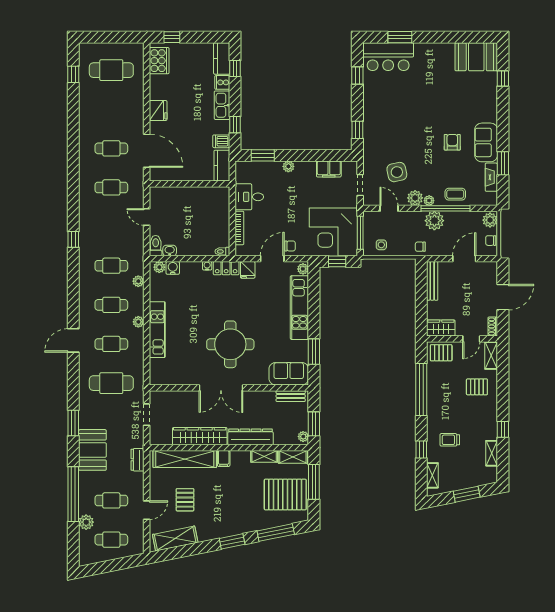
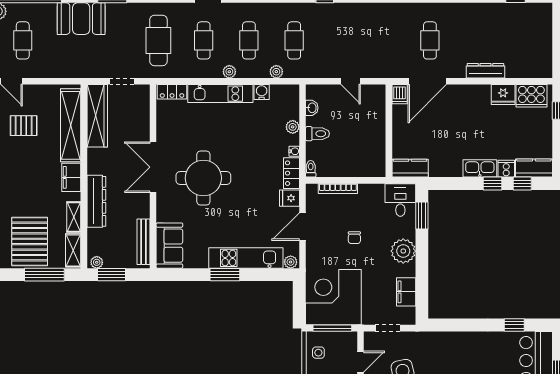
cafe table: (111, 70) -> (520, 40), removed
fridge: (158, 111) -> (503, 95), moved
window: (235, 125) -> (492, 184), moved
window: (357, 130) -> (451, 325), removed
dishwasher: (221, 141) -> (400, 94), moved, turned 180
plant: (288, 166) -> (403, 251), width x1.87, depth x1.87
cafe table: (111, 187) -> (385, 40), removed
desk: (249, 197) -> (400, 200), moved
door: (147, 217) -> (351, 81), swing flipped
toilet: (156, 246) -> (317, 134), moved
chair: (290, 246) -> (354, 238), moved
door: (272, 259) -> (302, 227), swing flipped
window: (337, 261) -> (299, 302), removed
plant: (159, 267) -> (293, 127), moved
water cooler: (173, 268) -> (262, 92), moved, turned -90
window: (314, 352) -> (225, 275), moved
locker: (156, 371) -> (172, 92), added
bench: (291, 396) -> (144, 242), width x1.36
wardrobe: (200, 436) -> (97, 116), moved
filing cabinet: (224, 458) -> (71, 177), width x2.00
dresser: (138, 460) -> (485, 71), moved, width x1.44

